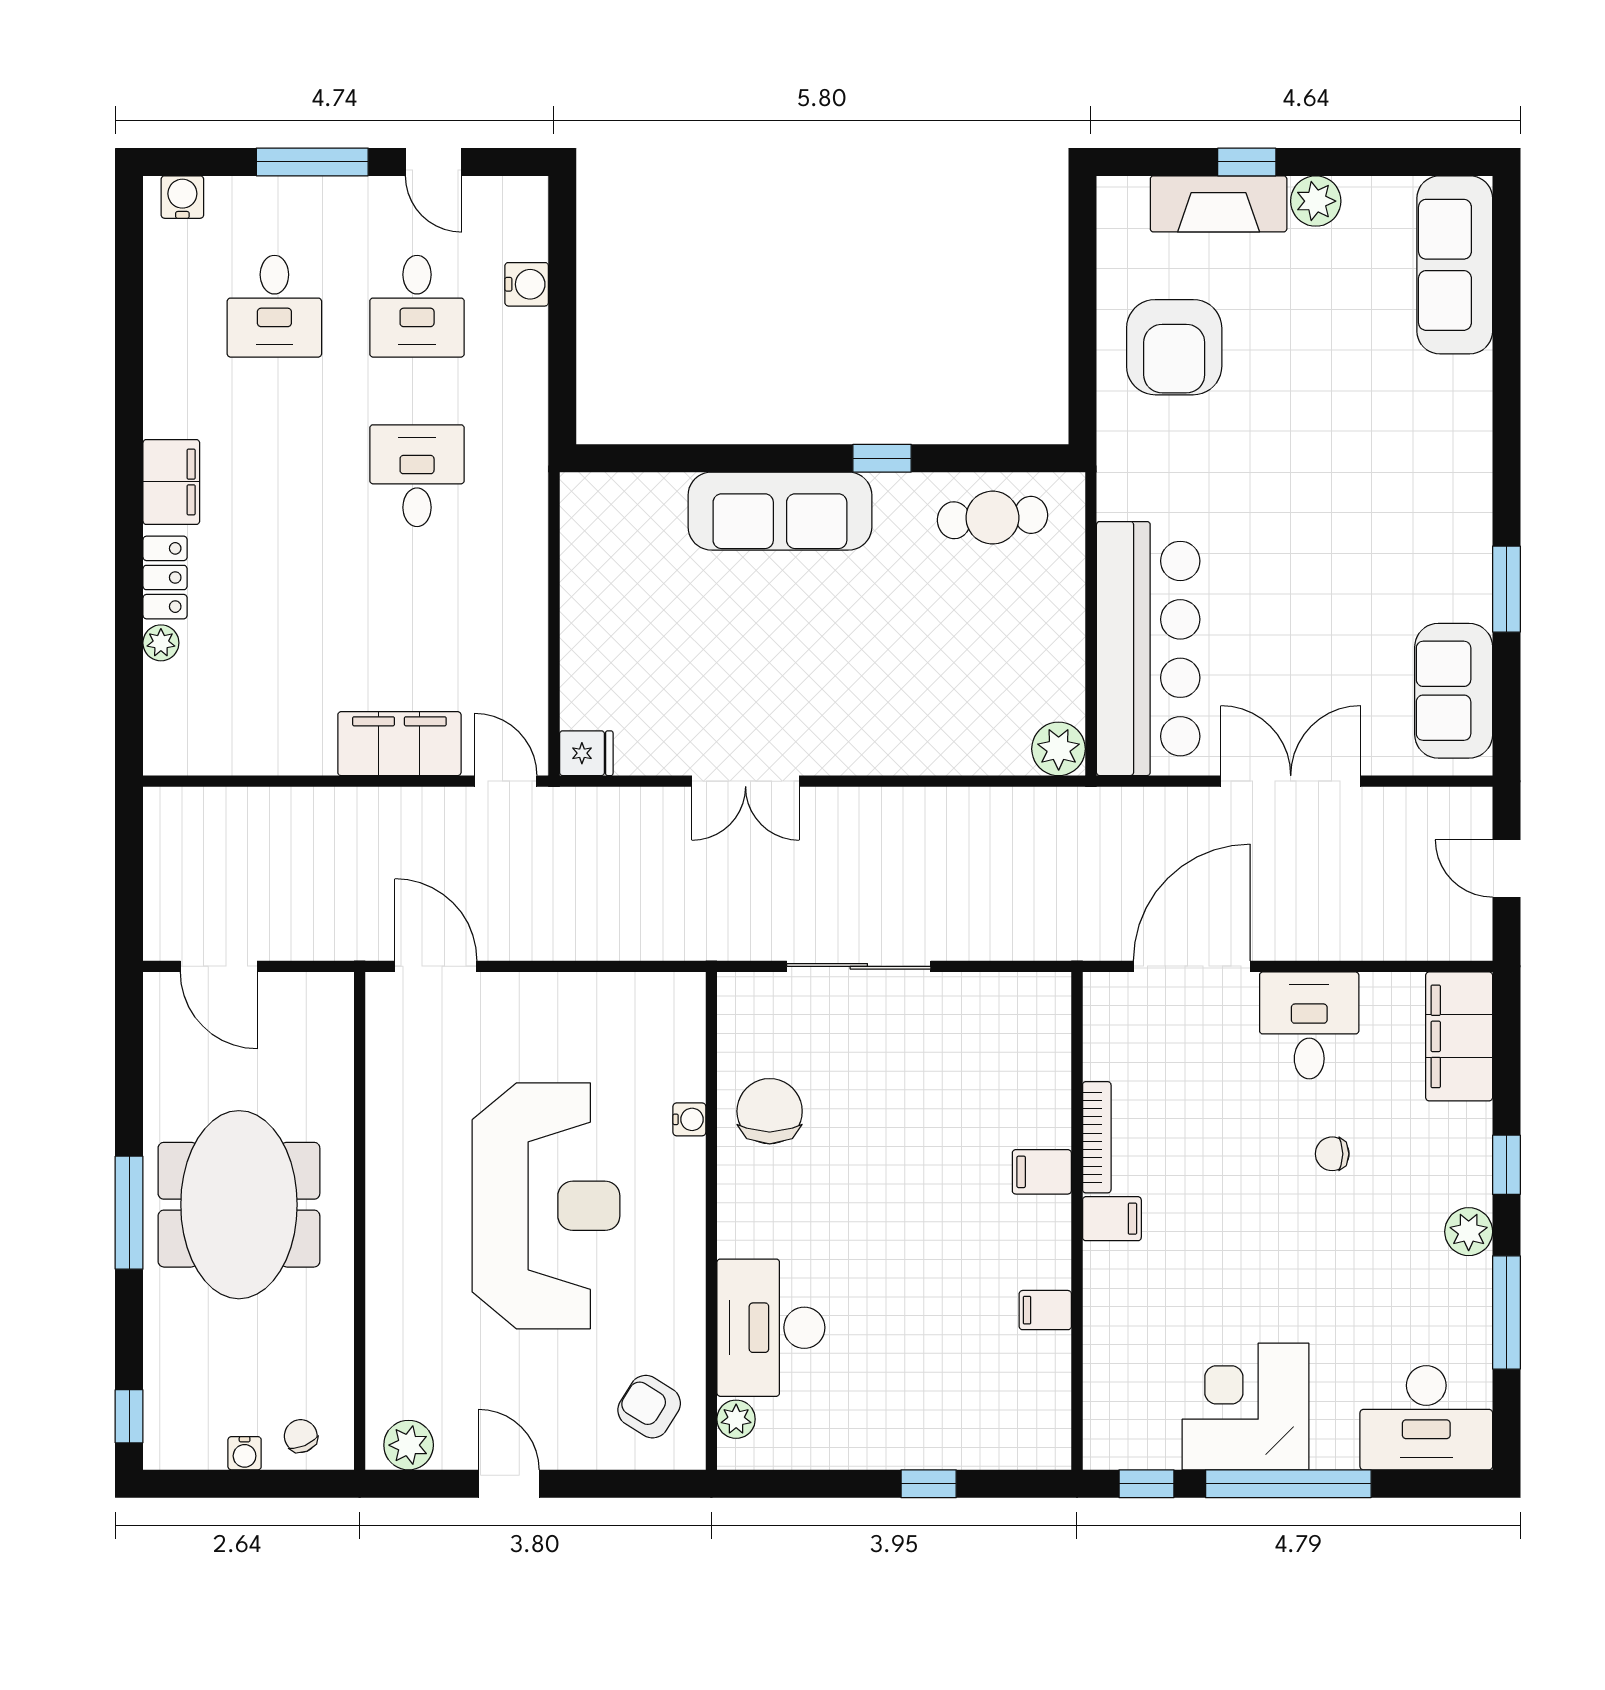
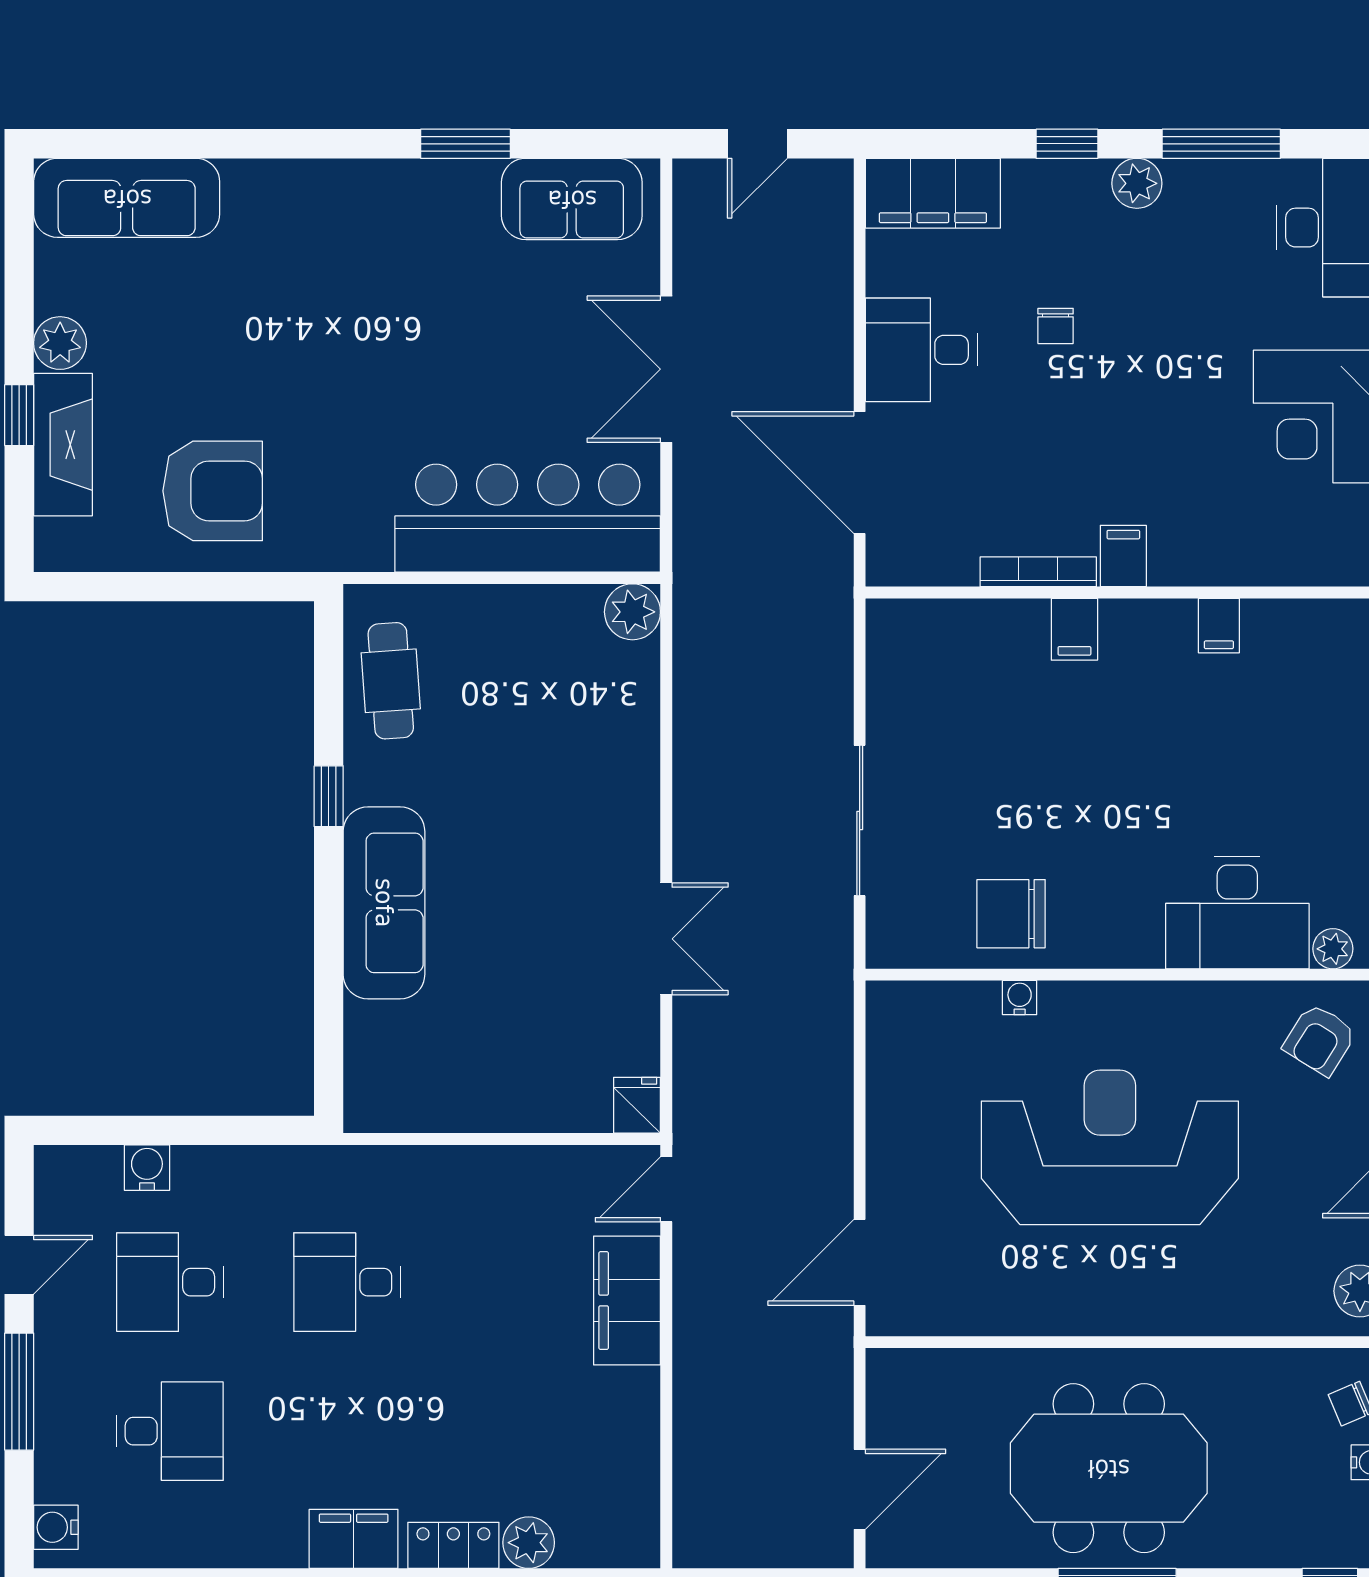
desk: (417, 306) -> (170, 1282), turned 180
plant: (161, 643) -> (529, 1543), width x1.38, depth x1.38

